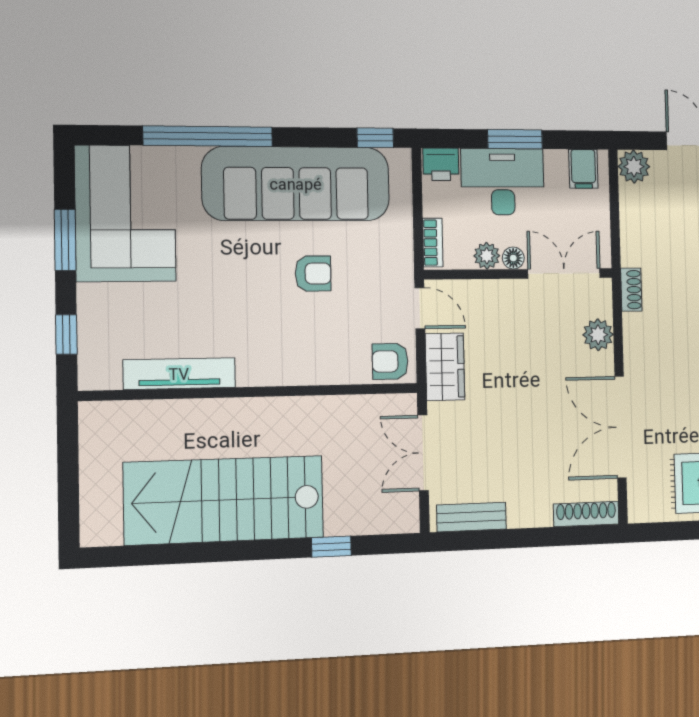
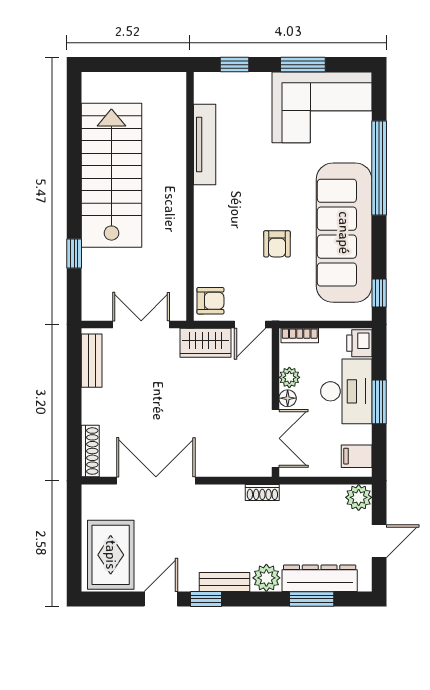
plant: (598, 335) -> (228, 464), removed
armchair: (390, 361) -> (210, 301), turned 90

